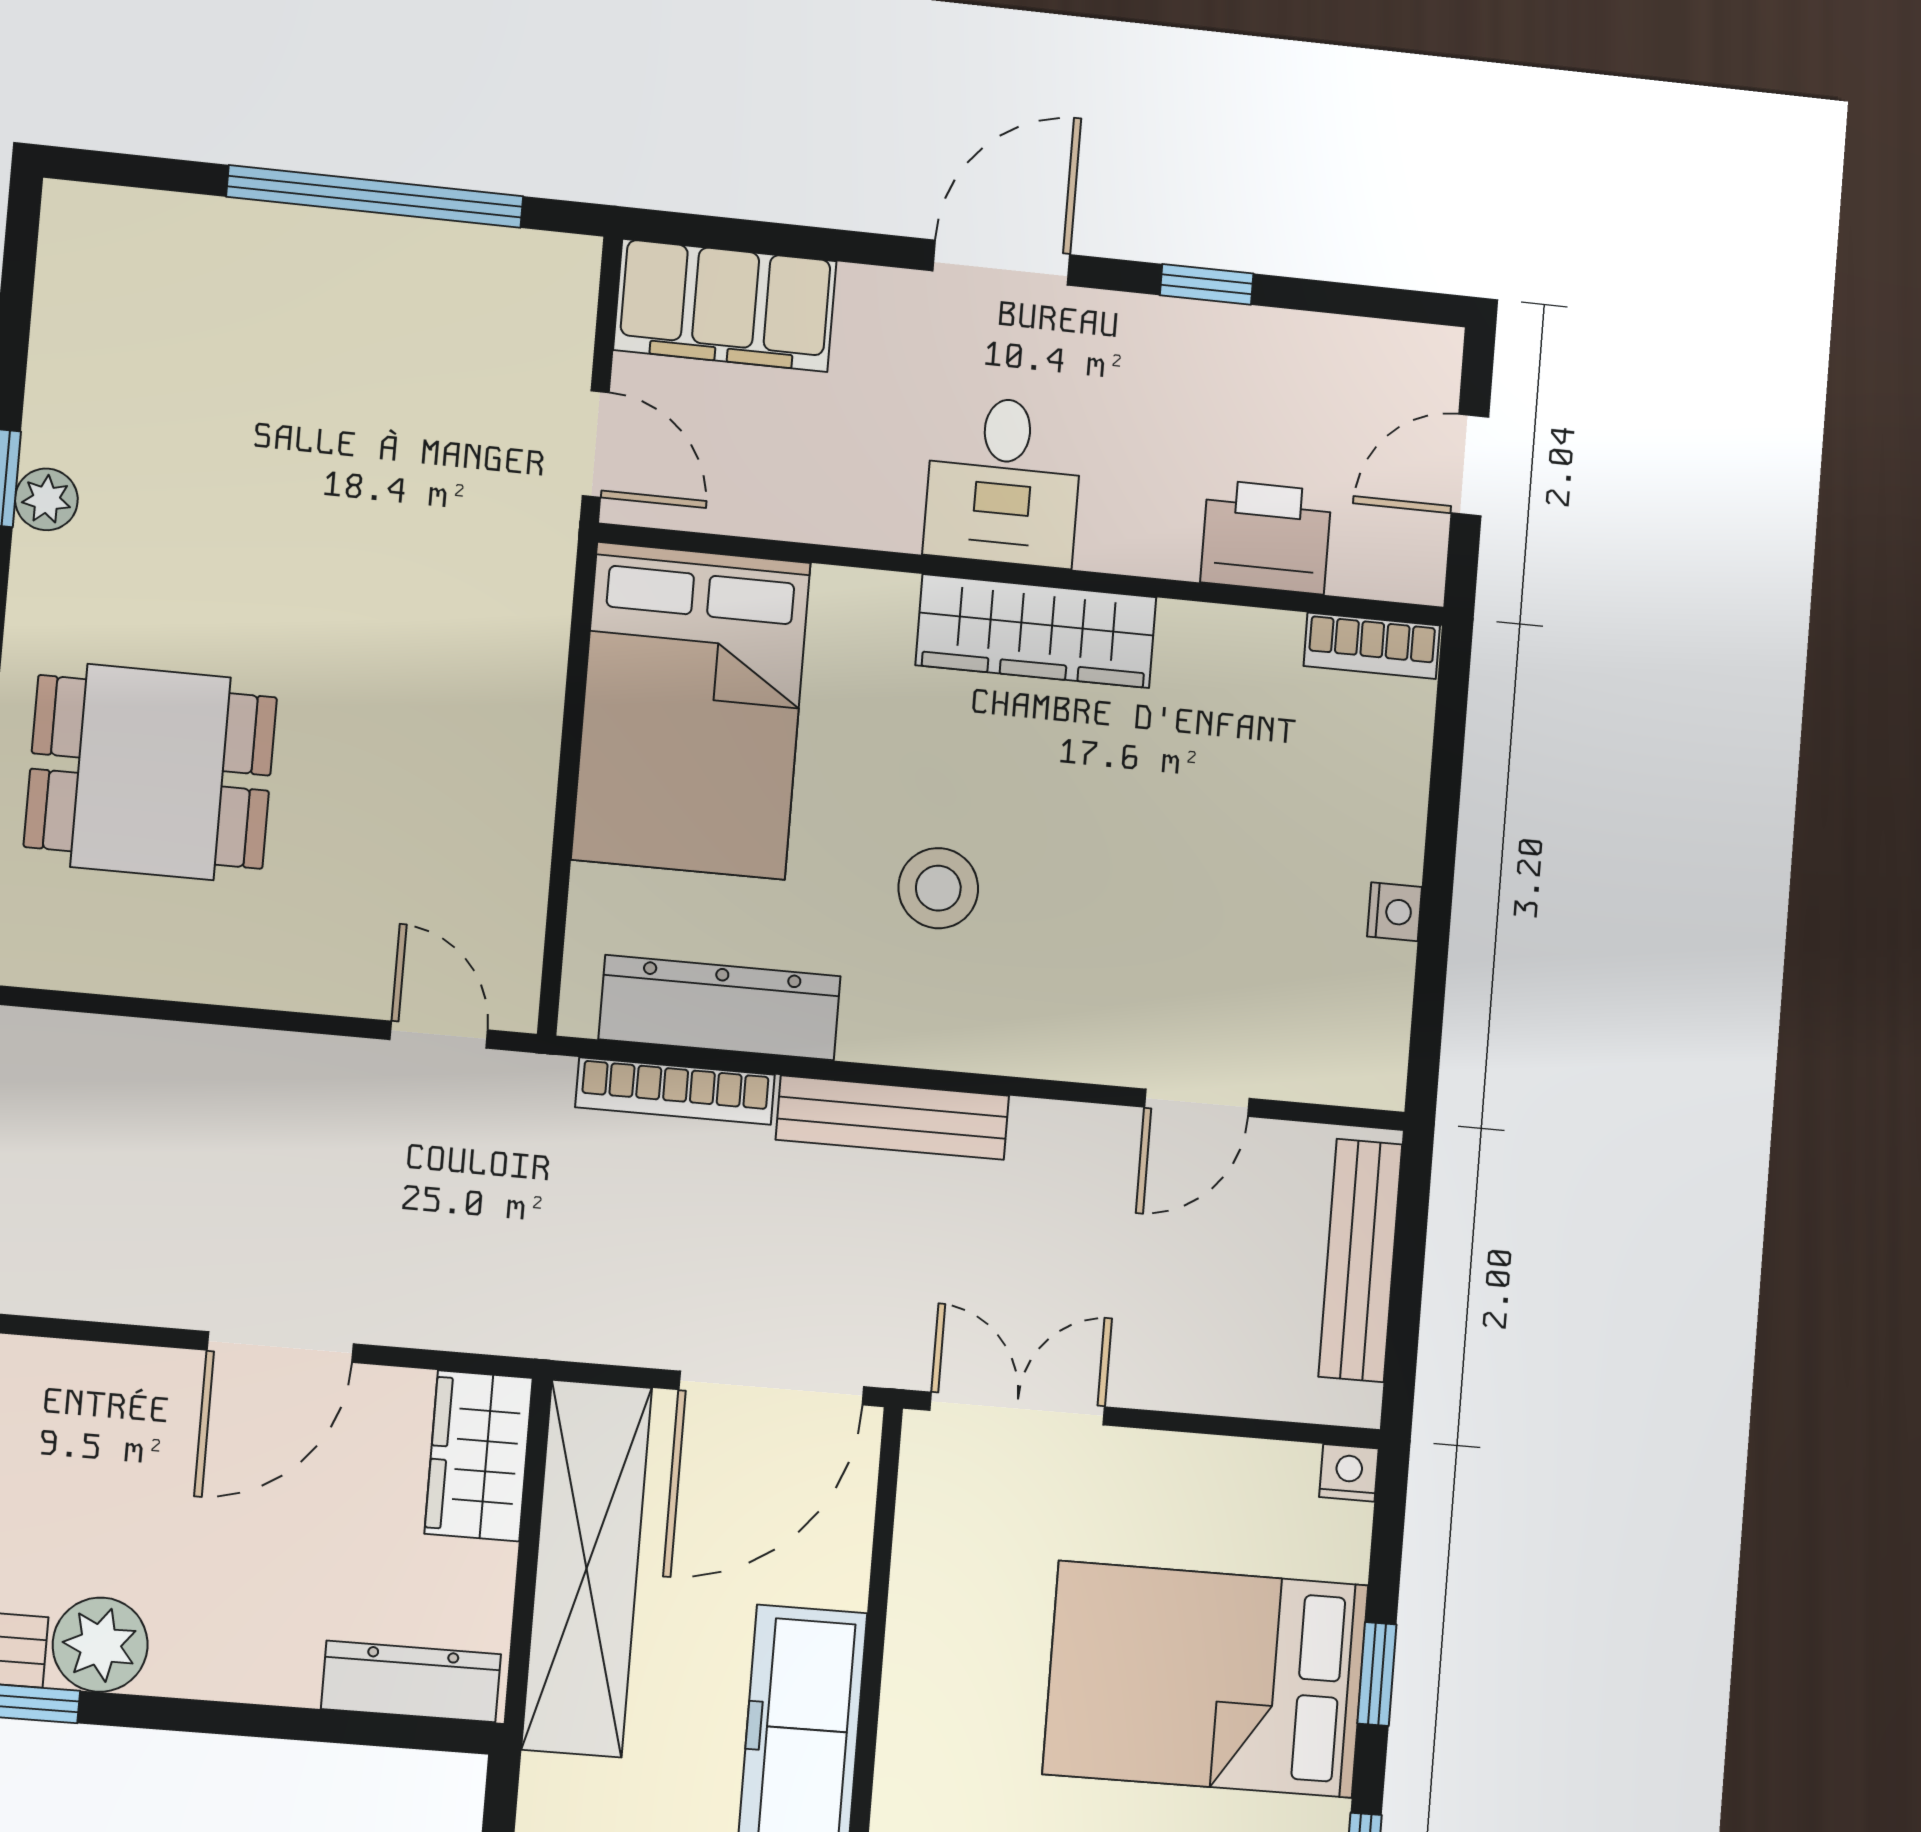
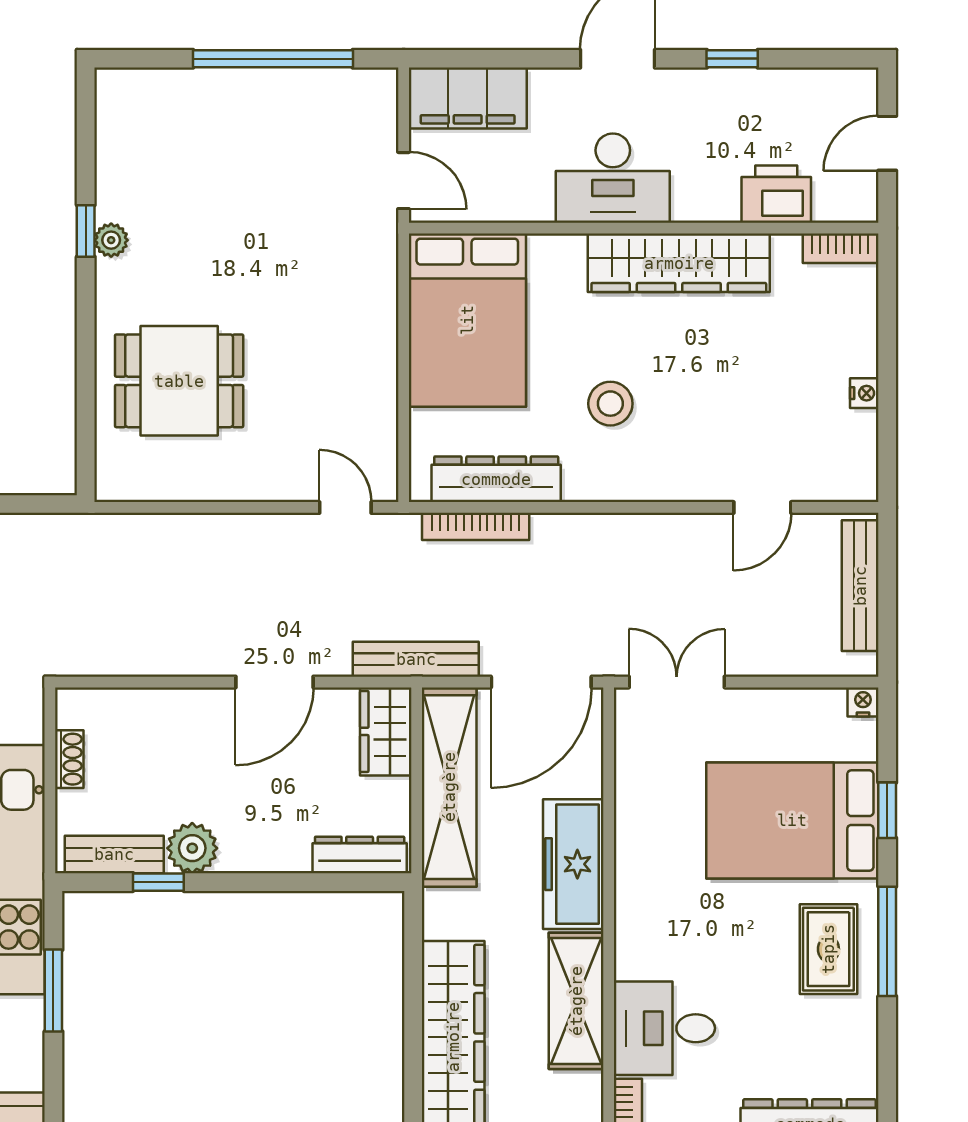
desk: (1003, 481) -> (613, 178), width x1.37
wardrobe: (1036, 631) -> (679, 263), width x1.40, depth x1.17
bench: (893, 1118) -> (416, 659), moved

